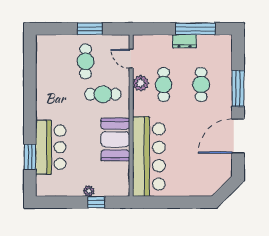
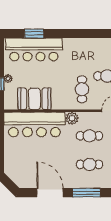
plant: (141, 83) -> (72, 118), moved
booth: (115, 139) -> (34, 99), moved
bar counter: (51, 147) -> (34, 49), width x1.36

